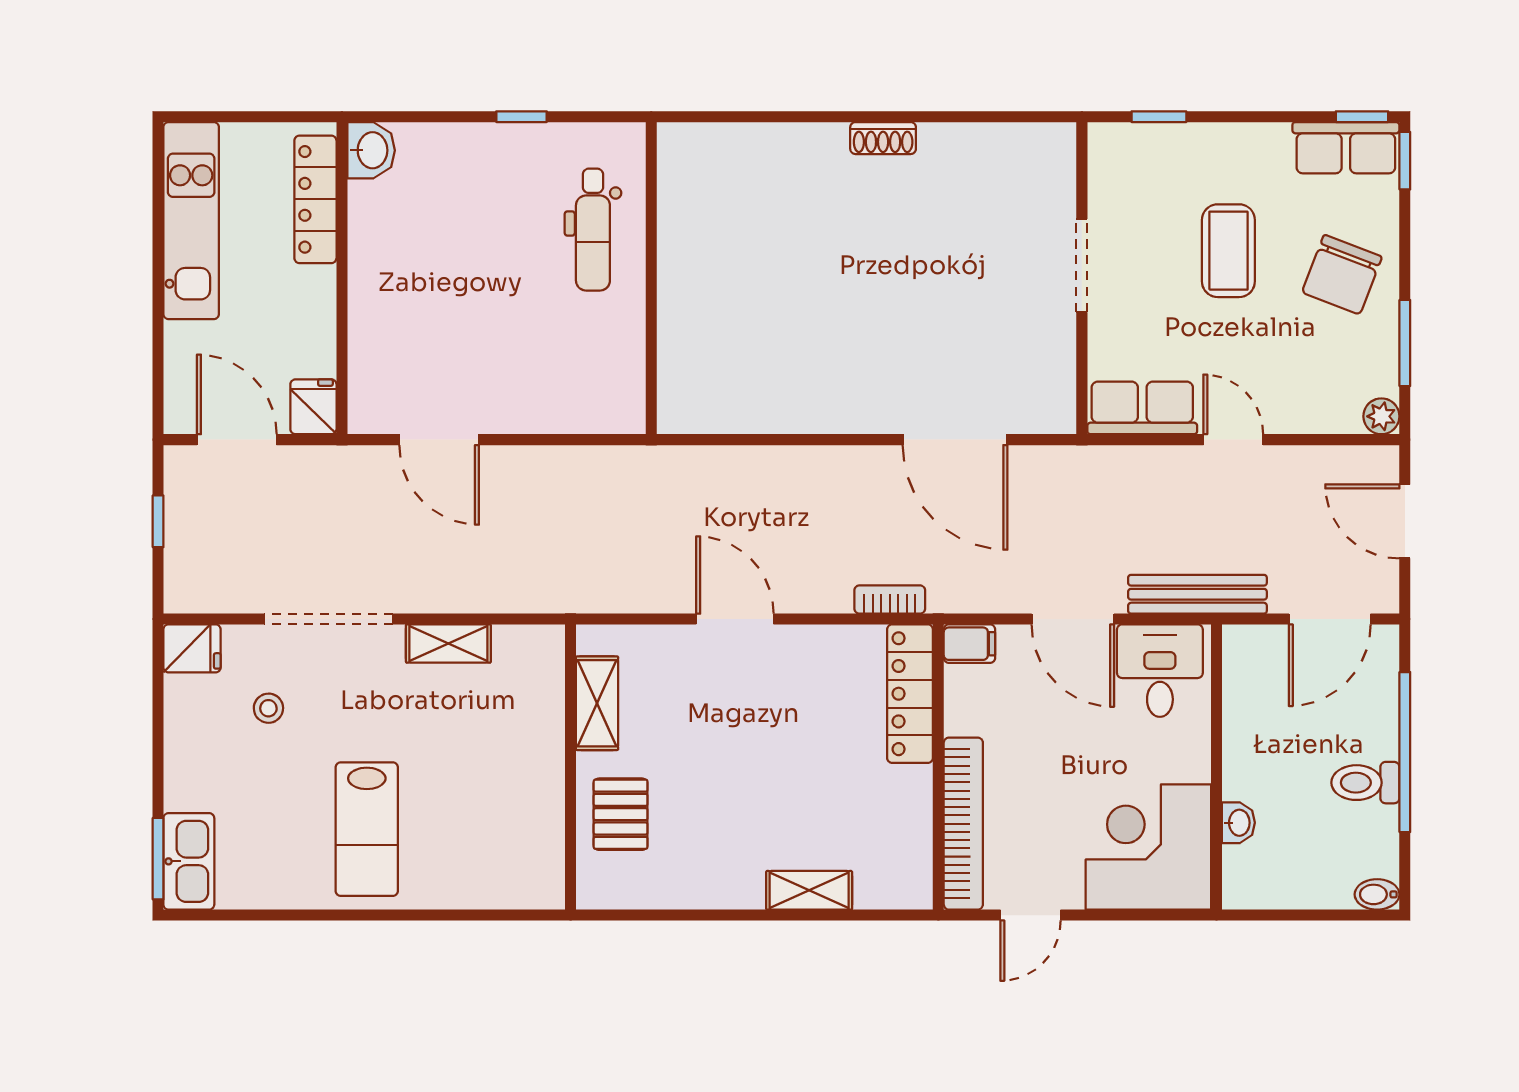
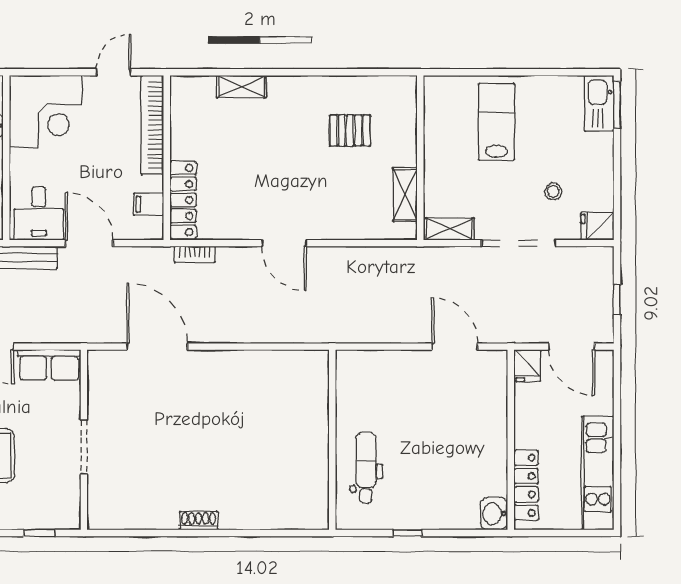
filing cabinet: (969, 644) -> (149, 204), moved
shelving: (597, 703) -> (405, 195), moved
wall: (571, 767) -> (420, 158), moved
pallet: (621, 814) -> (350, 130), turned 90

